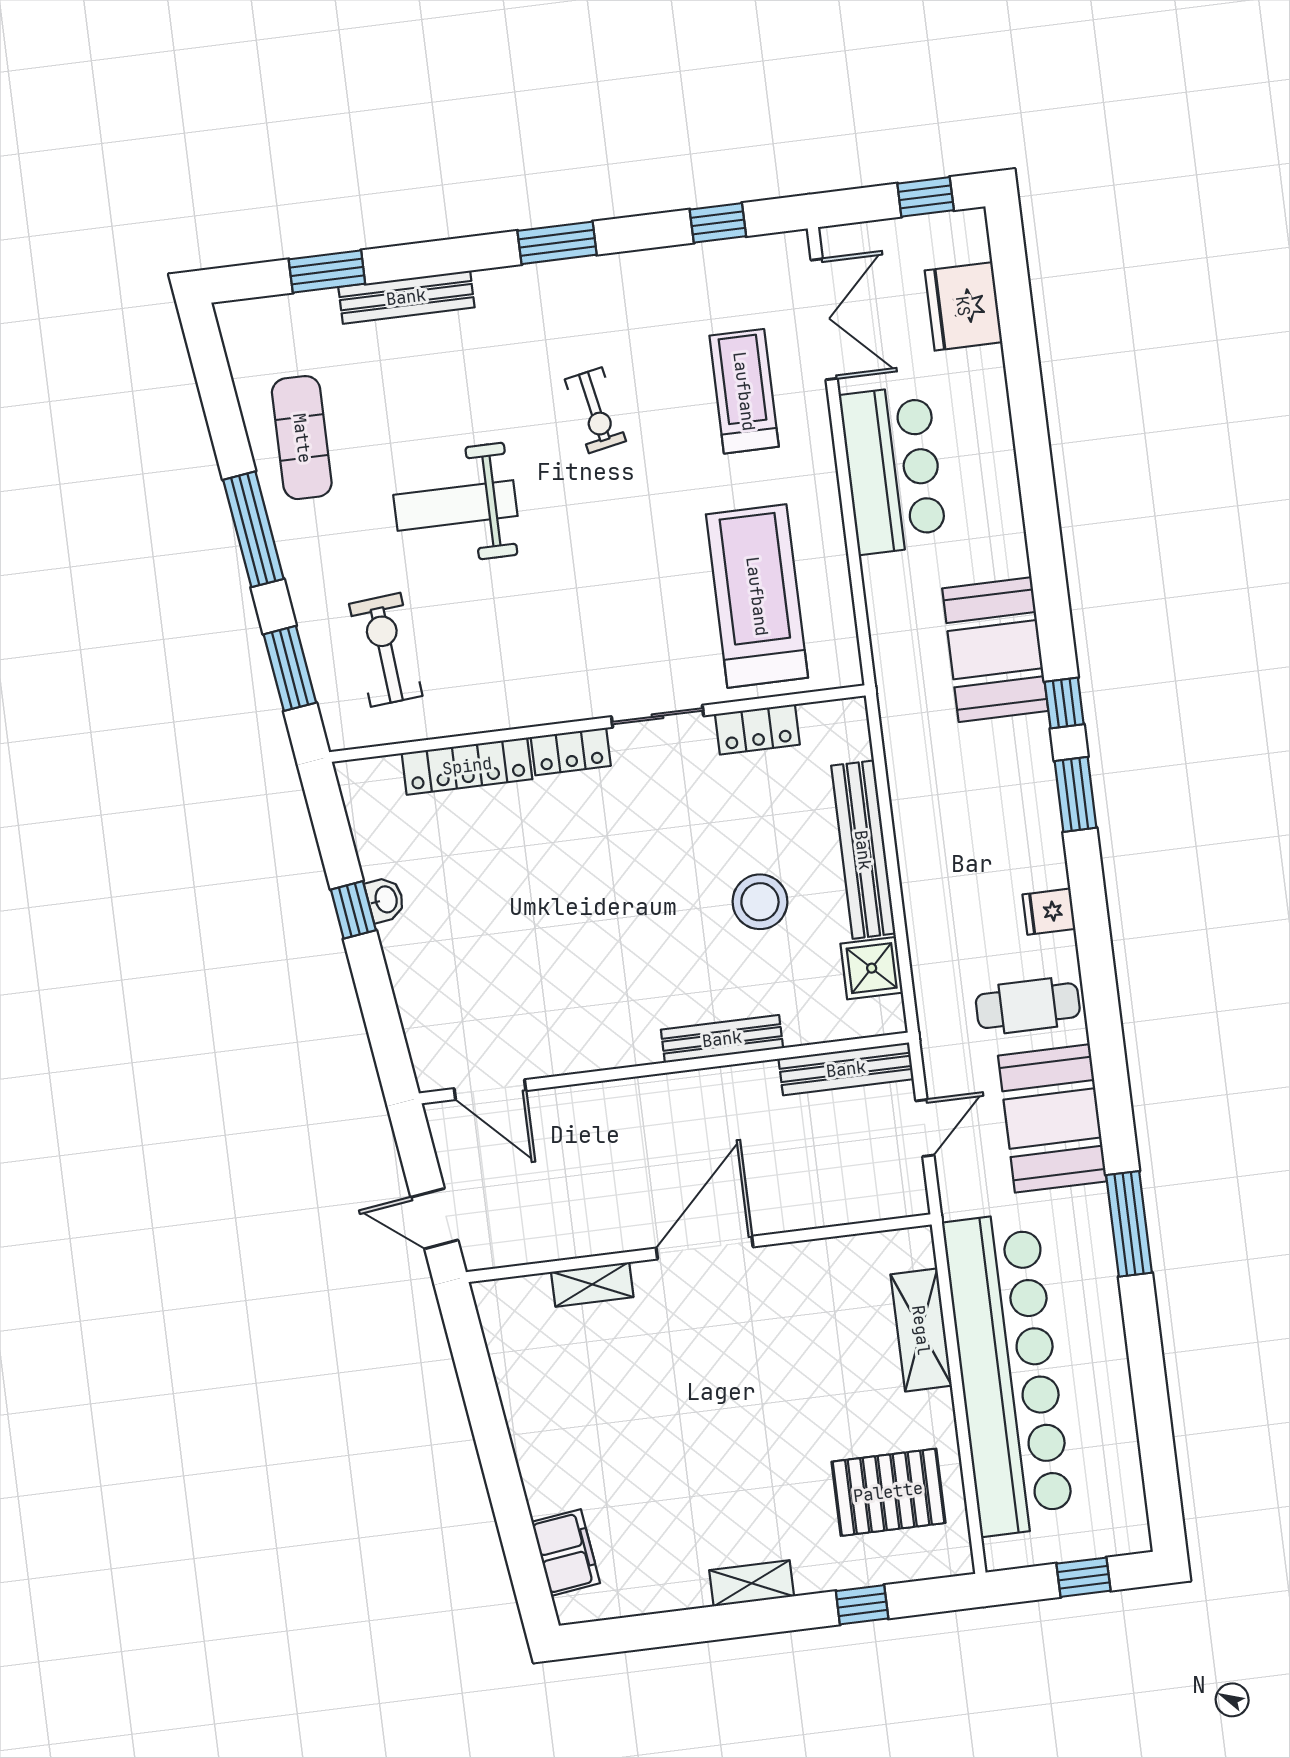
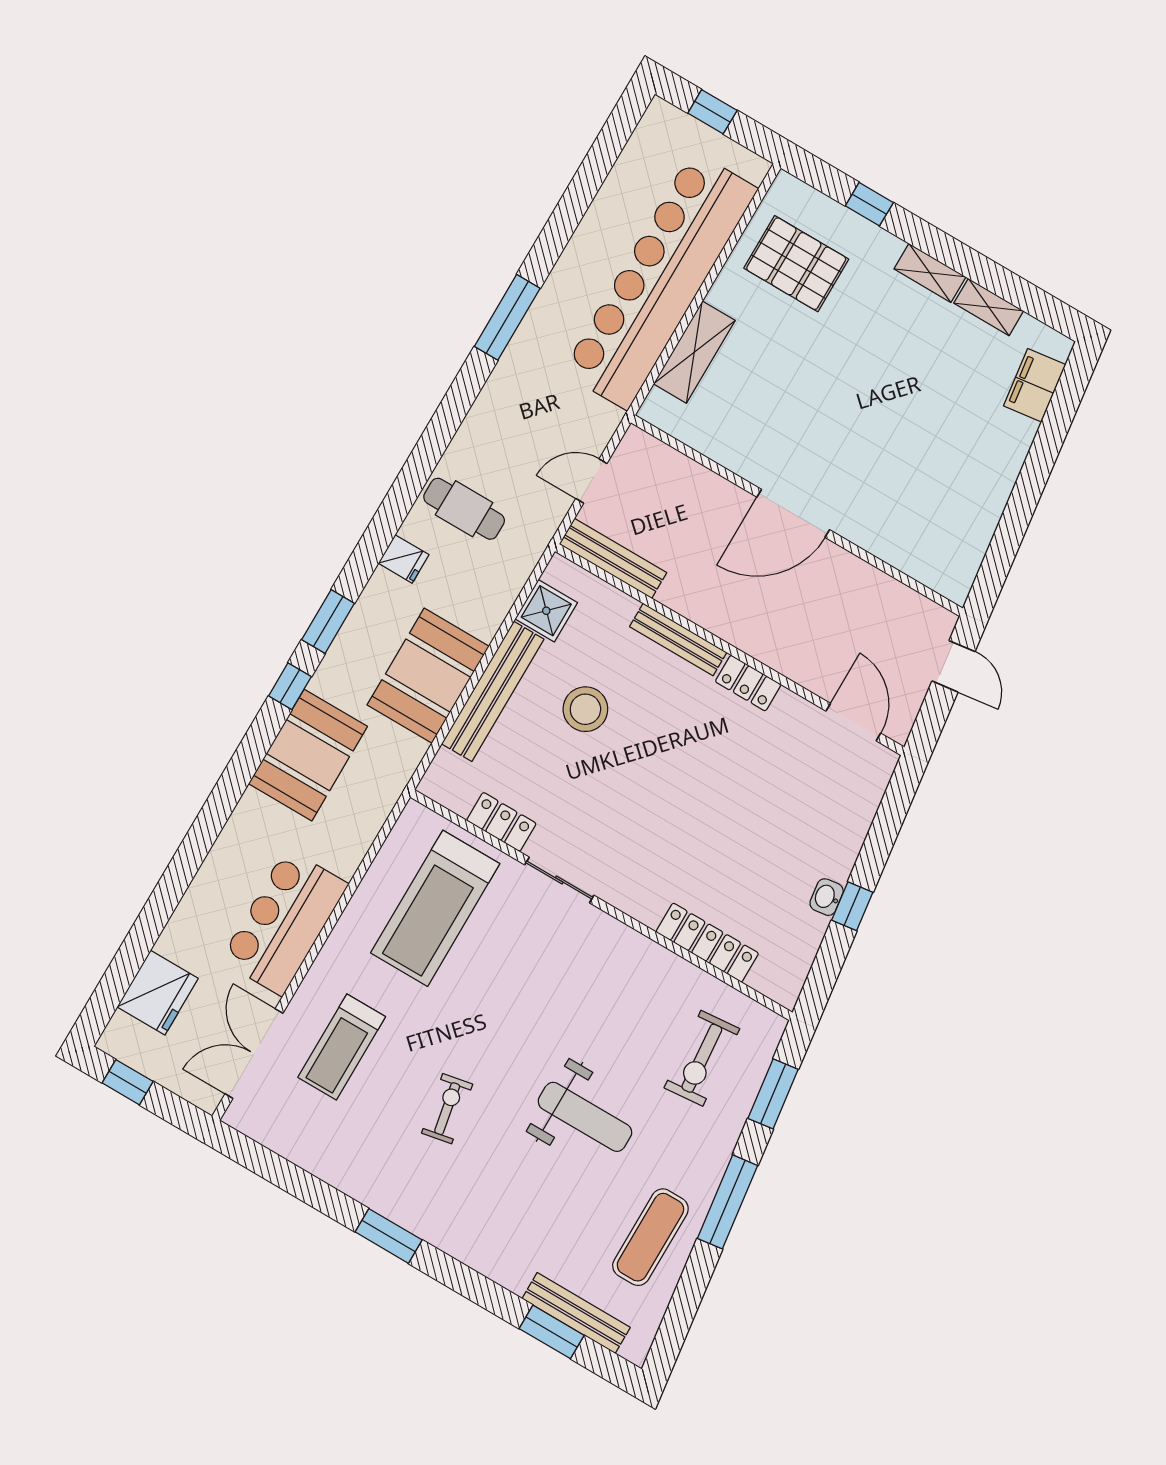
window: (718, 223) -> (275, 1169), removed
bench: (406, 297) -> (576, 1313), moved
locker: (571, 751) -> (748, 683), moved, turned 180
booth: (1052, 1118) -> (428, 676), moved
shelving: (592, 1284) -> (989, 307), moved

